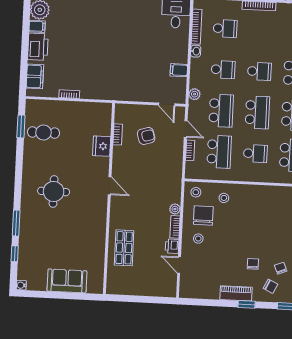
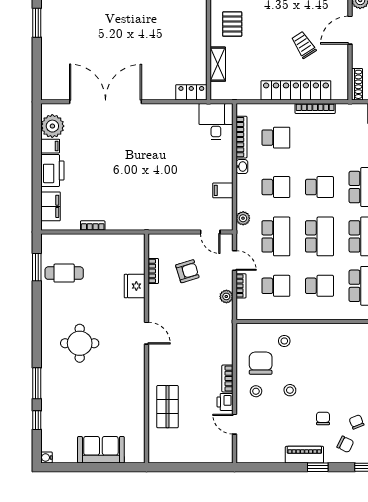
school desk: (219, 152) -> (276, 286), width x0.54
stool: (196, 192) -> (290, 390), moved
plant: (175, 209) -> (226, 296), moved

